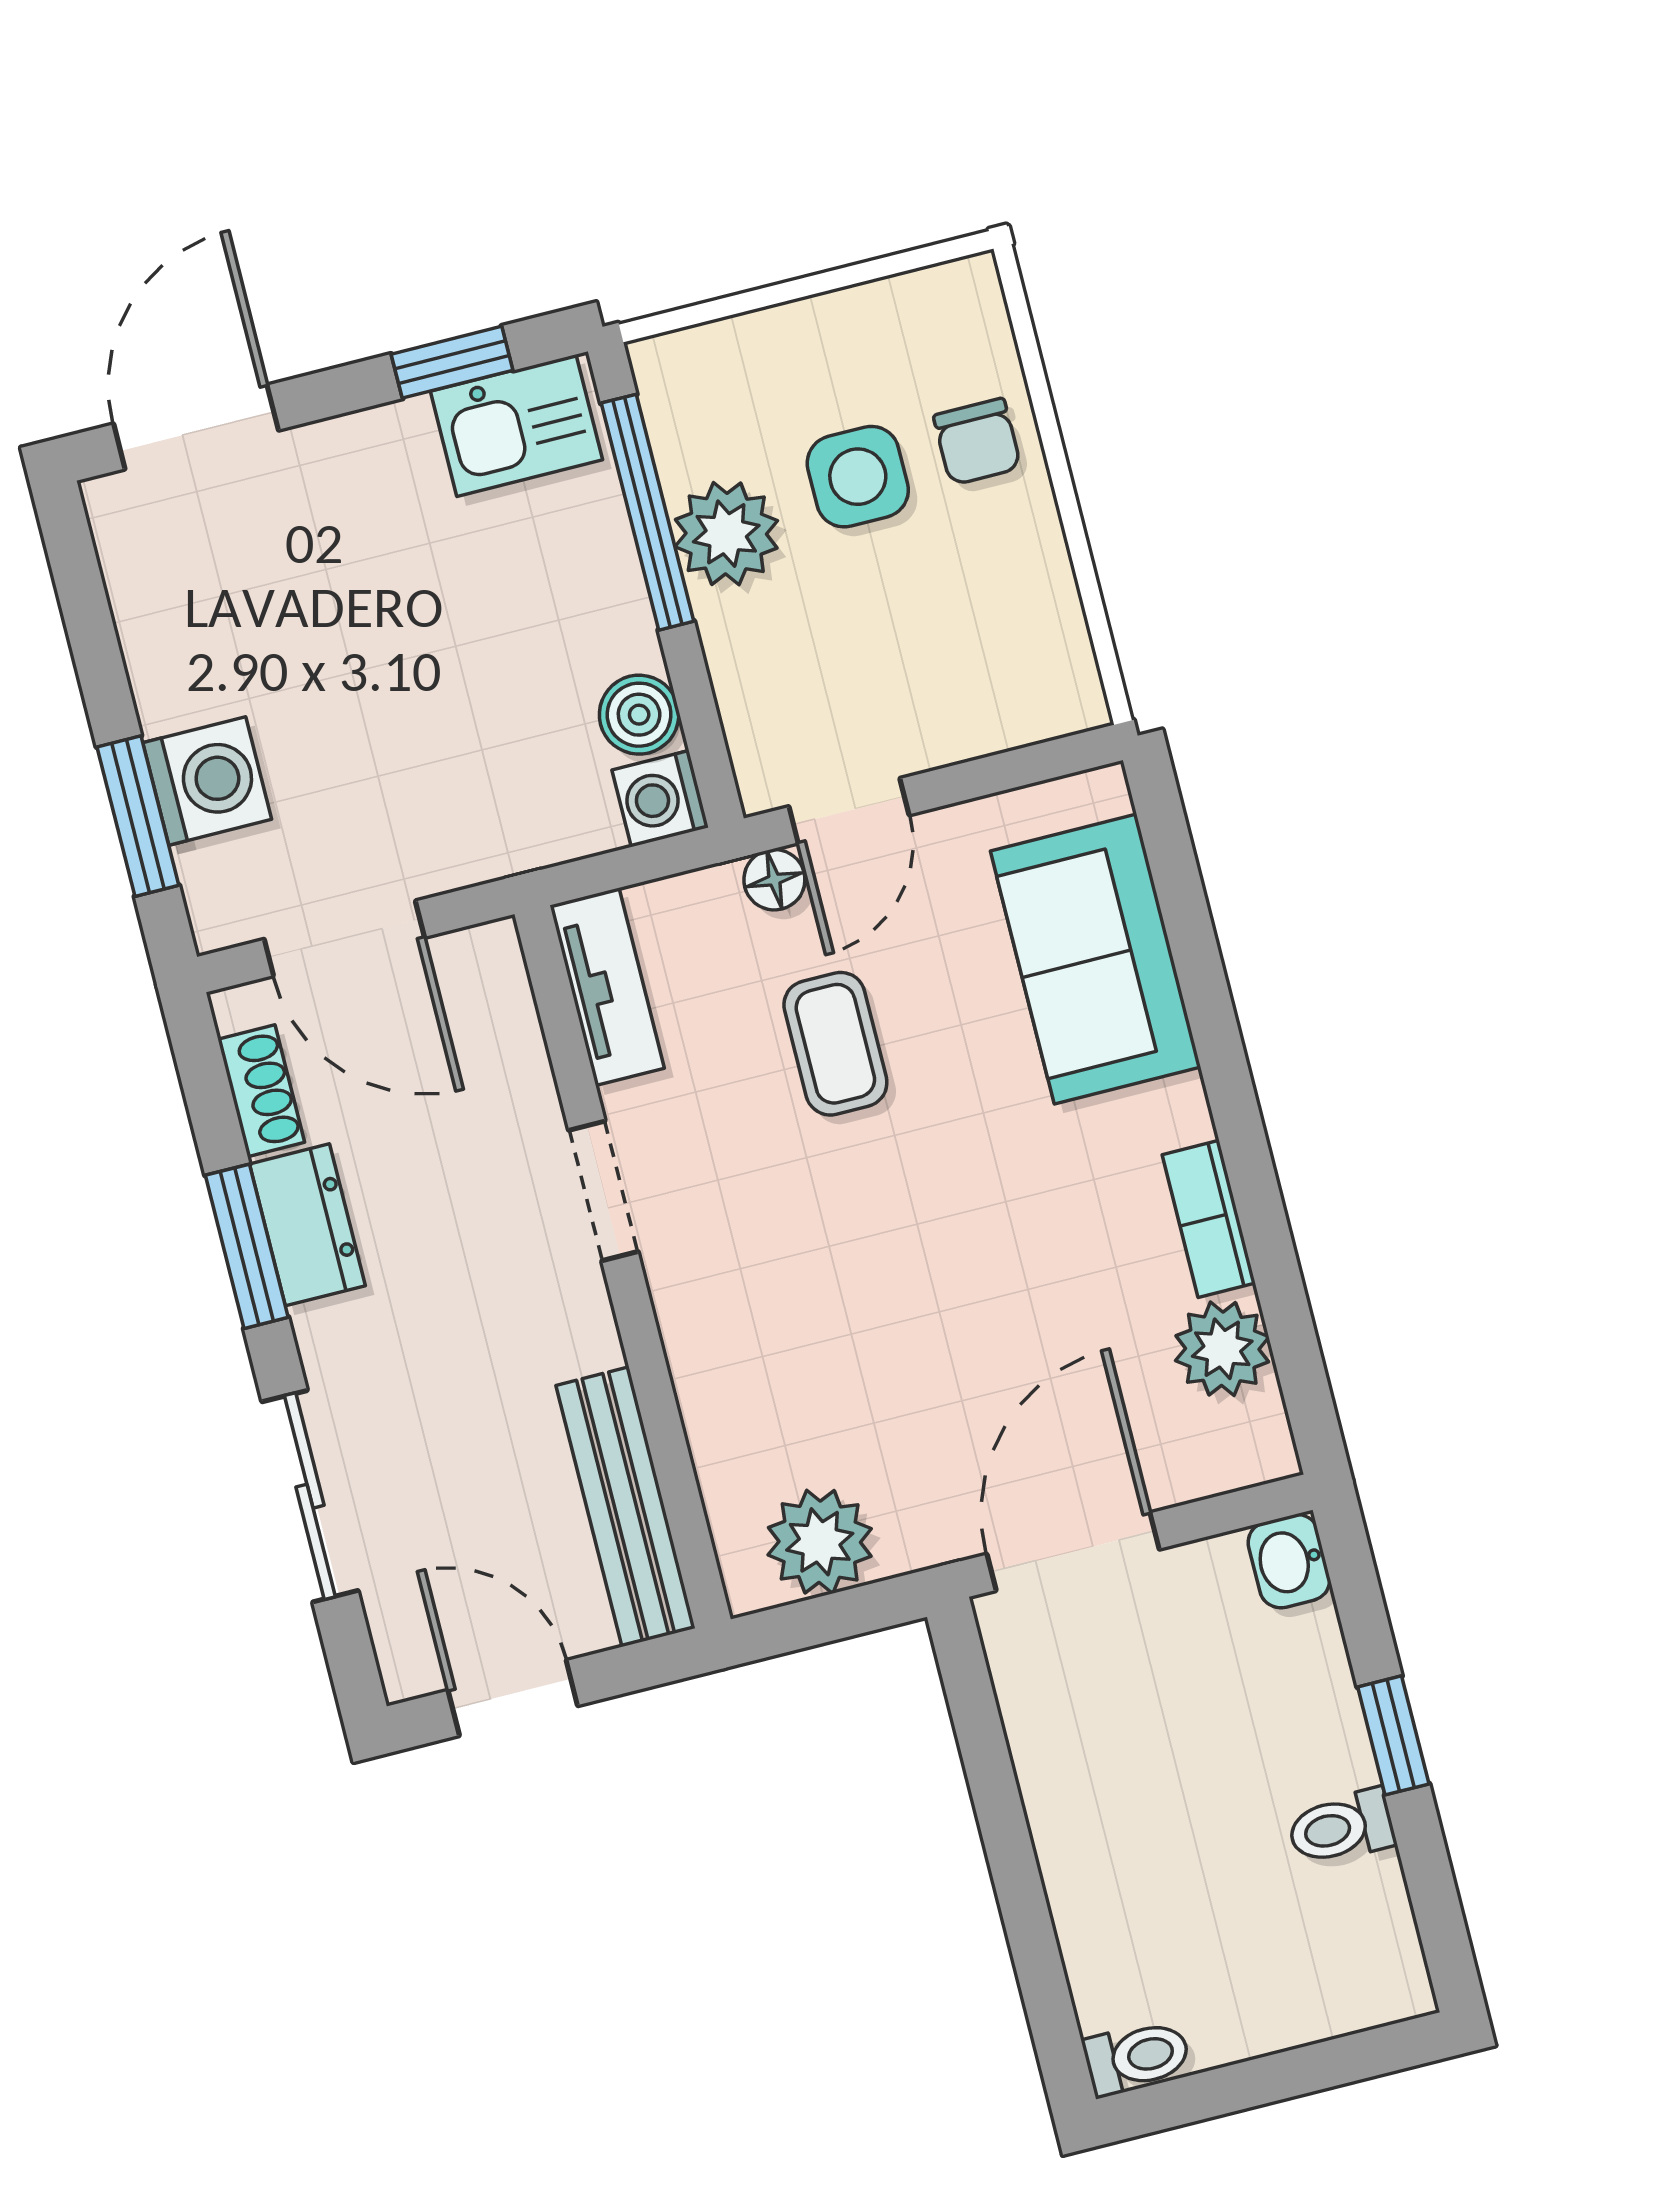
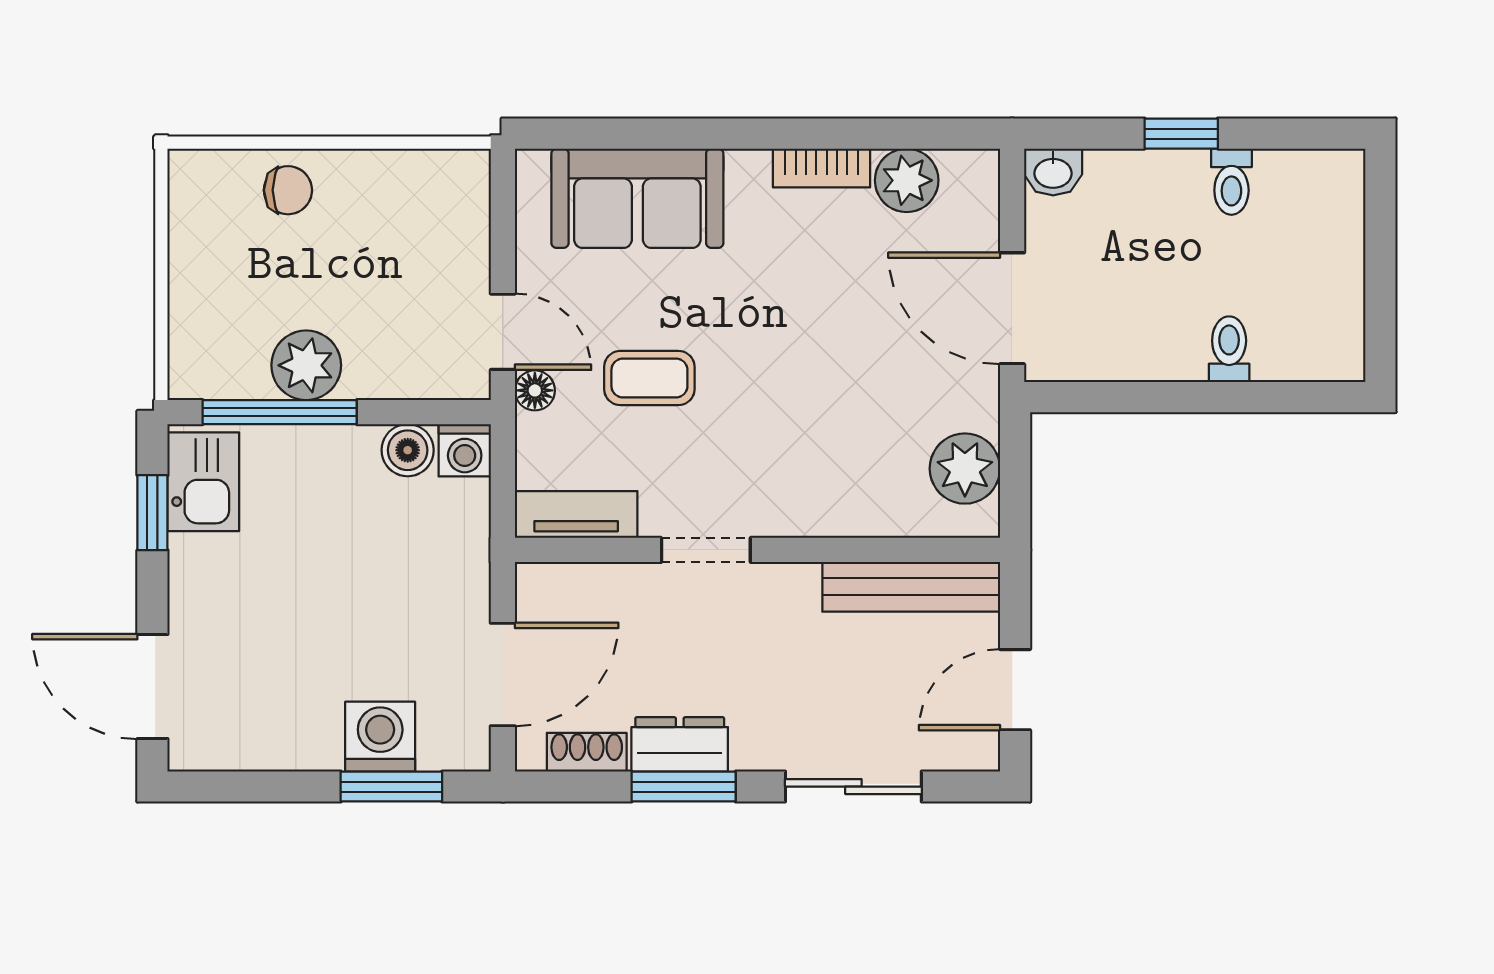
side table: (858, 477) -> (291, 272), removed
toilet: (1137, 2057) -> (1229, 349), moved

